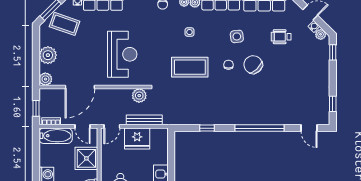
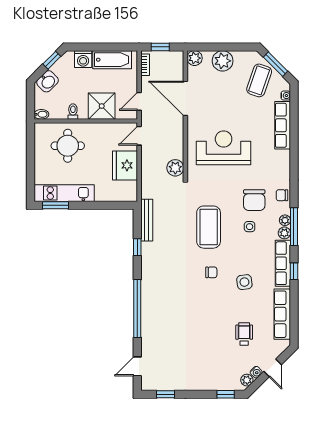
reception desk: (122, 54) -> (224, 148), turned 180
chair: (253, 65) -> (254, 200), moved, turned 134
bench: (144, 120) -> (147, 220), moved
door: (112, 126) -> (139, 136), hinge flipped
bathtub: (56, 136) -> (112, 60), moved, turned -90

